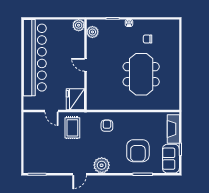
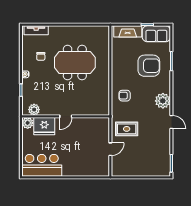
tv unit: (175, 34) -> (36, 30), added
bar counter: (35, 58) -> (42, 165), width x0.54
fridge: (75, 99) -> (44, 126), moved

